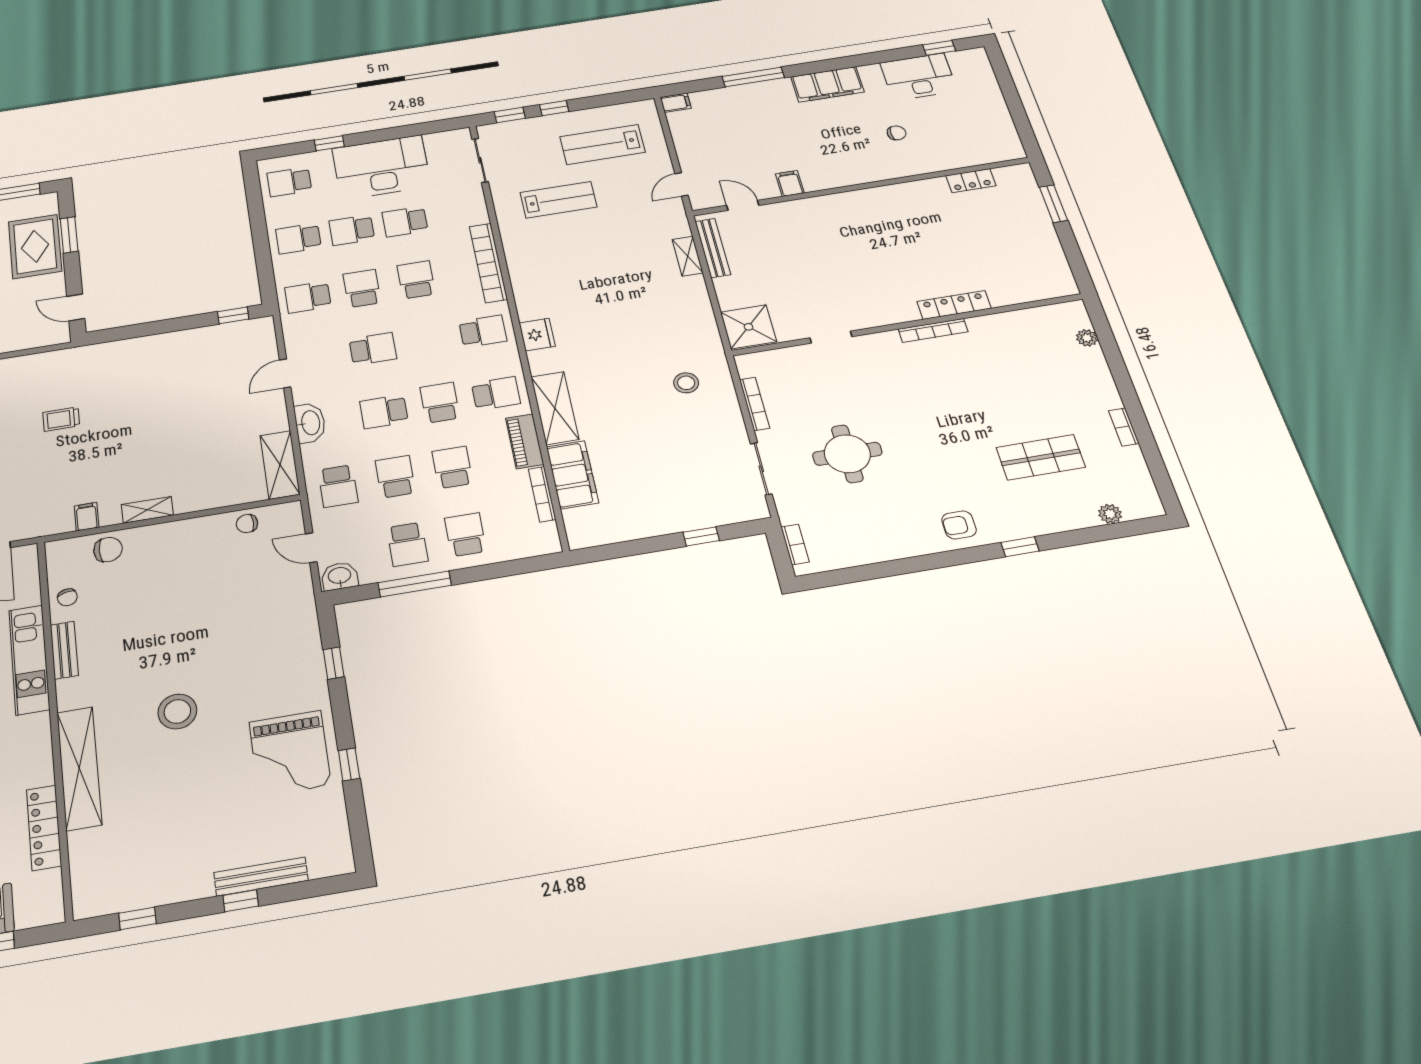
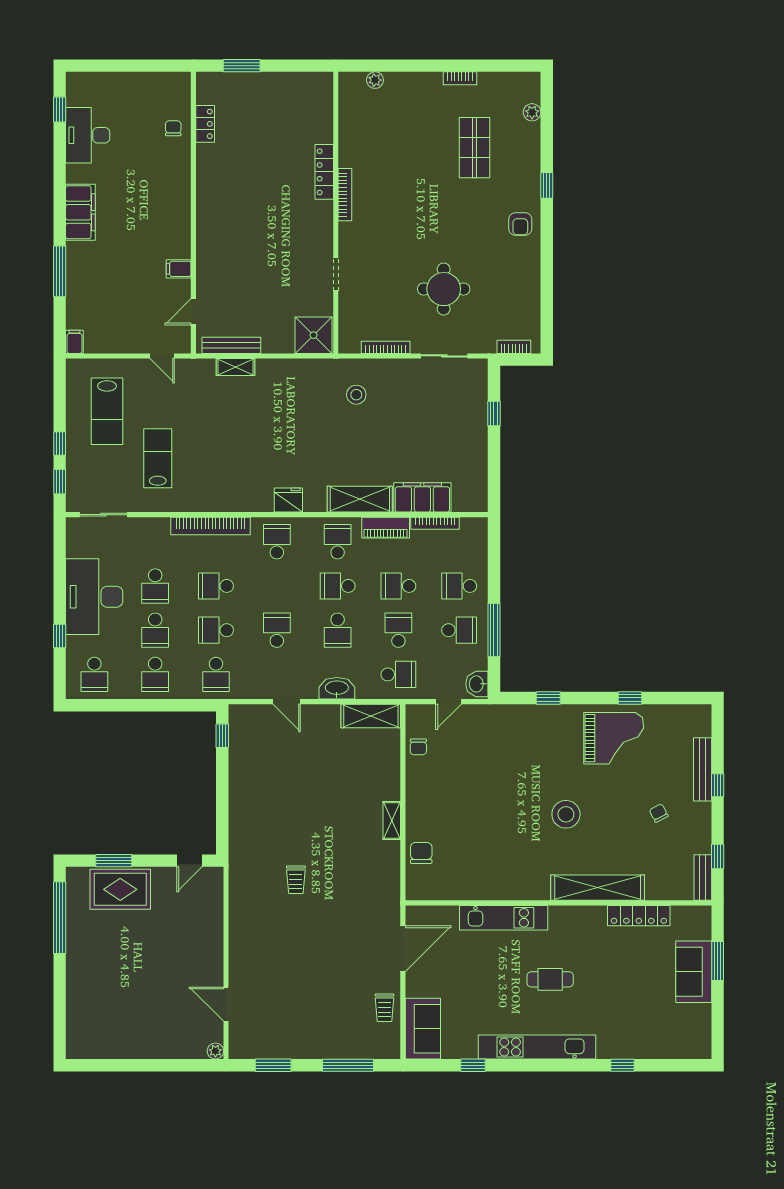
chair: (897, 133) -> (173, 128), moved
school desk: (395, 477) -> (398, 630), turned 90
filing cabinet: (87, 517) -> (389, 867), removed
chair: (67, 597) -> (659, 813), moved, turned -105
bench: (64, 650) -> (703, 878), moved, turned 90

